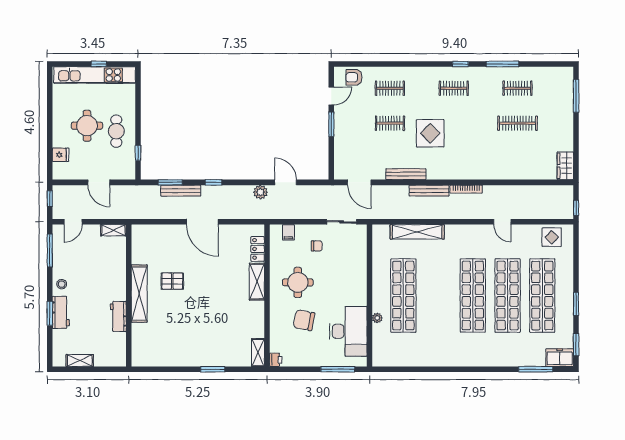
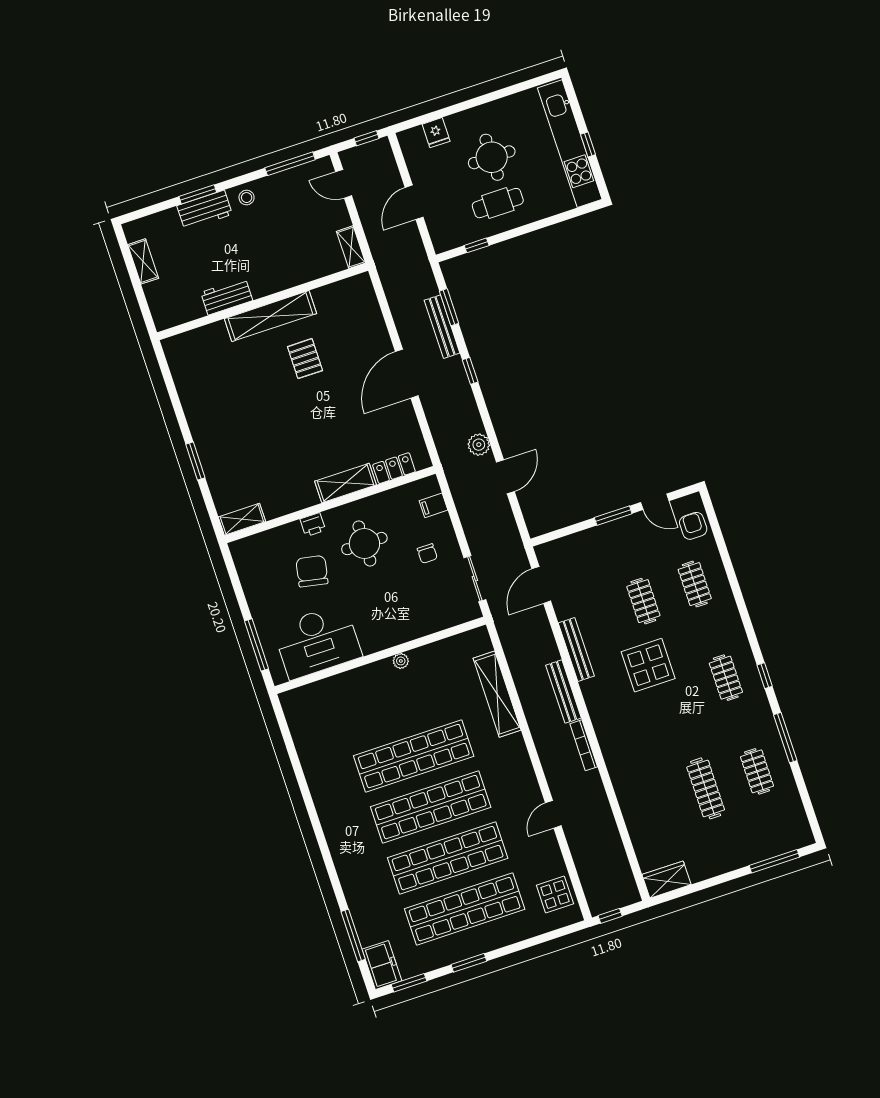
shop shelf: (403, 296) -> (414, 756), moved
plant: (377, 318) -> (401, 661), moved
printer: (276, 360) -> (313, 525), moved

